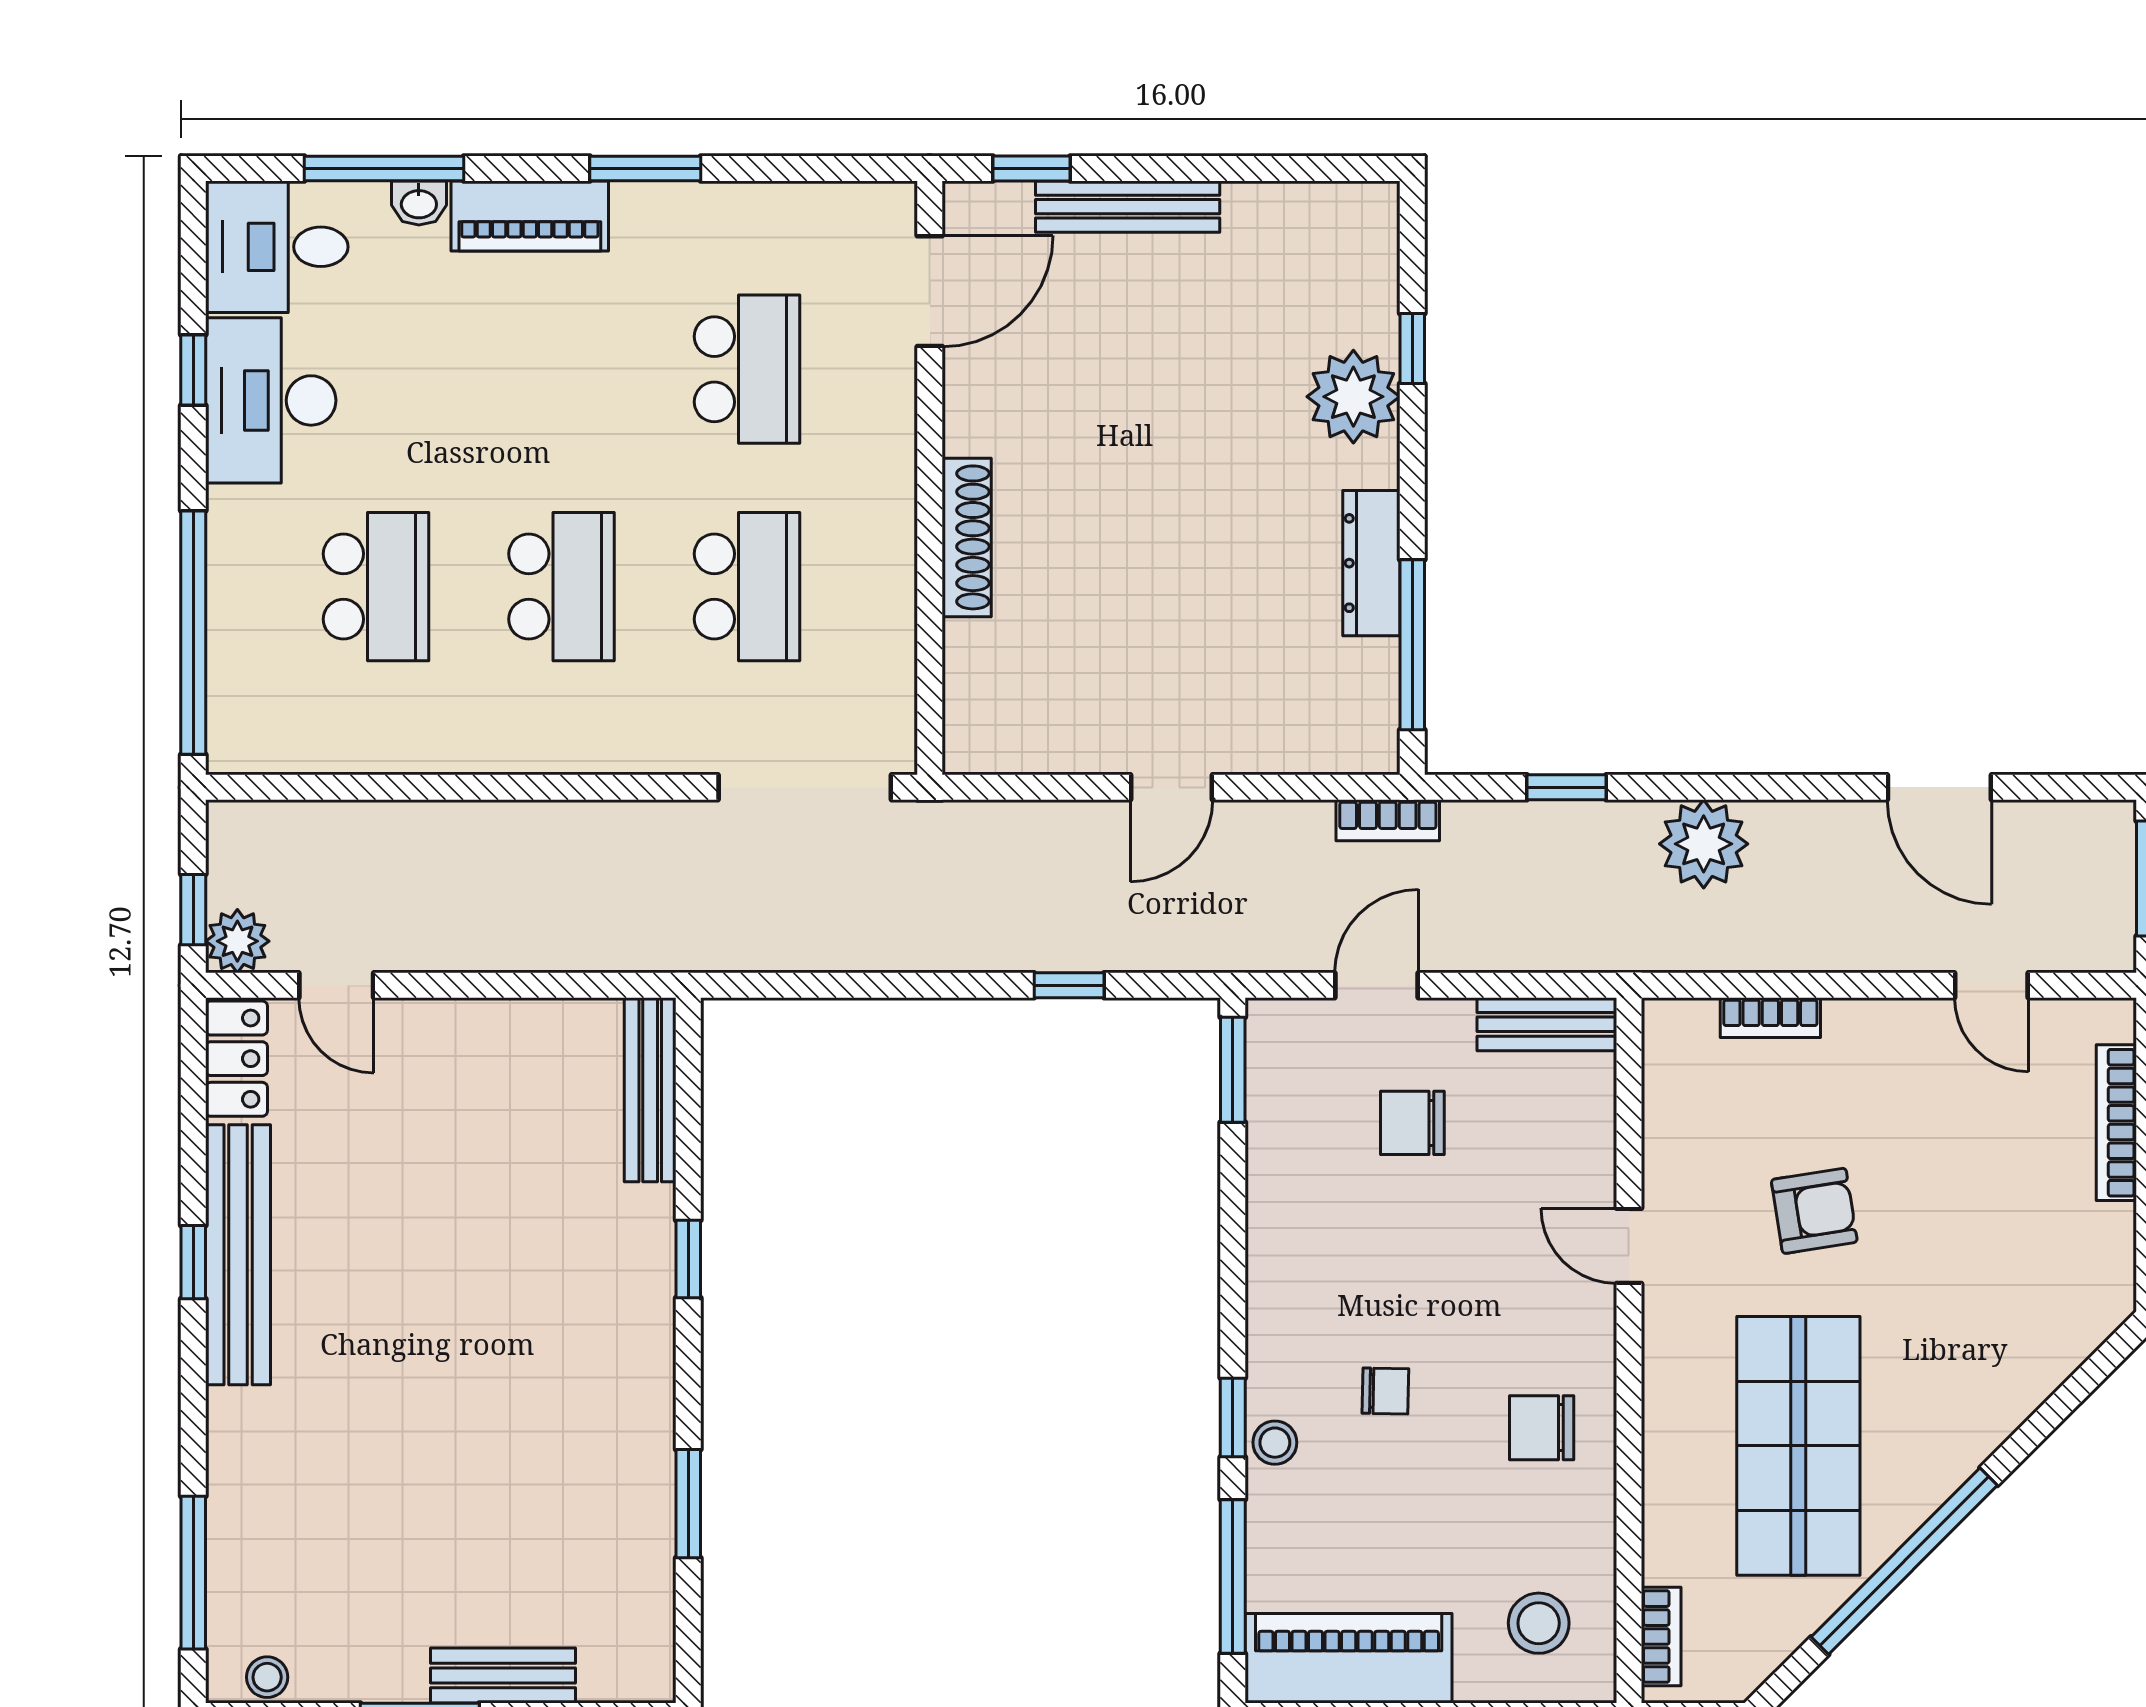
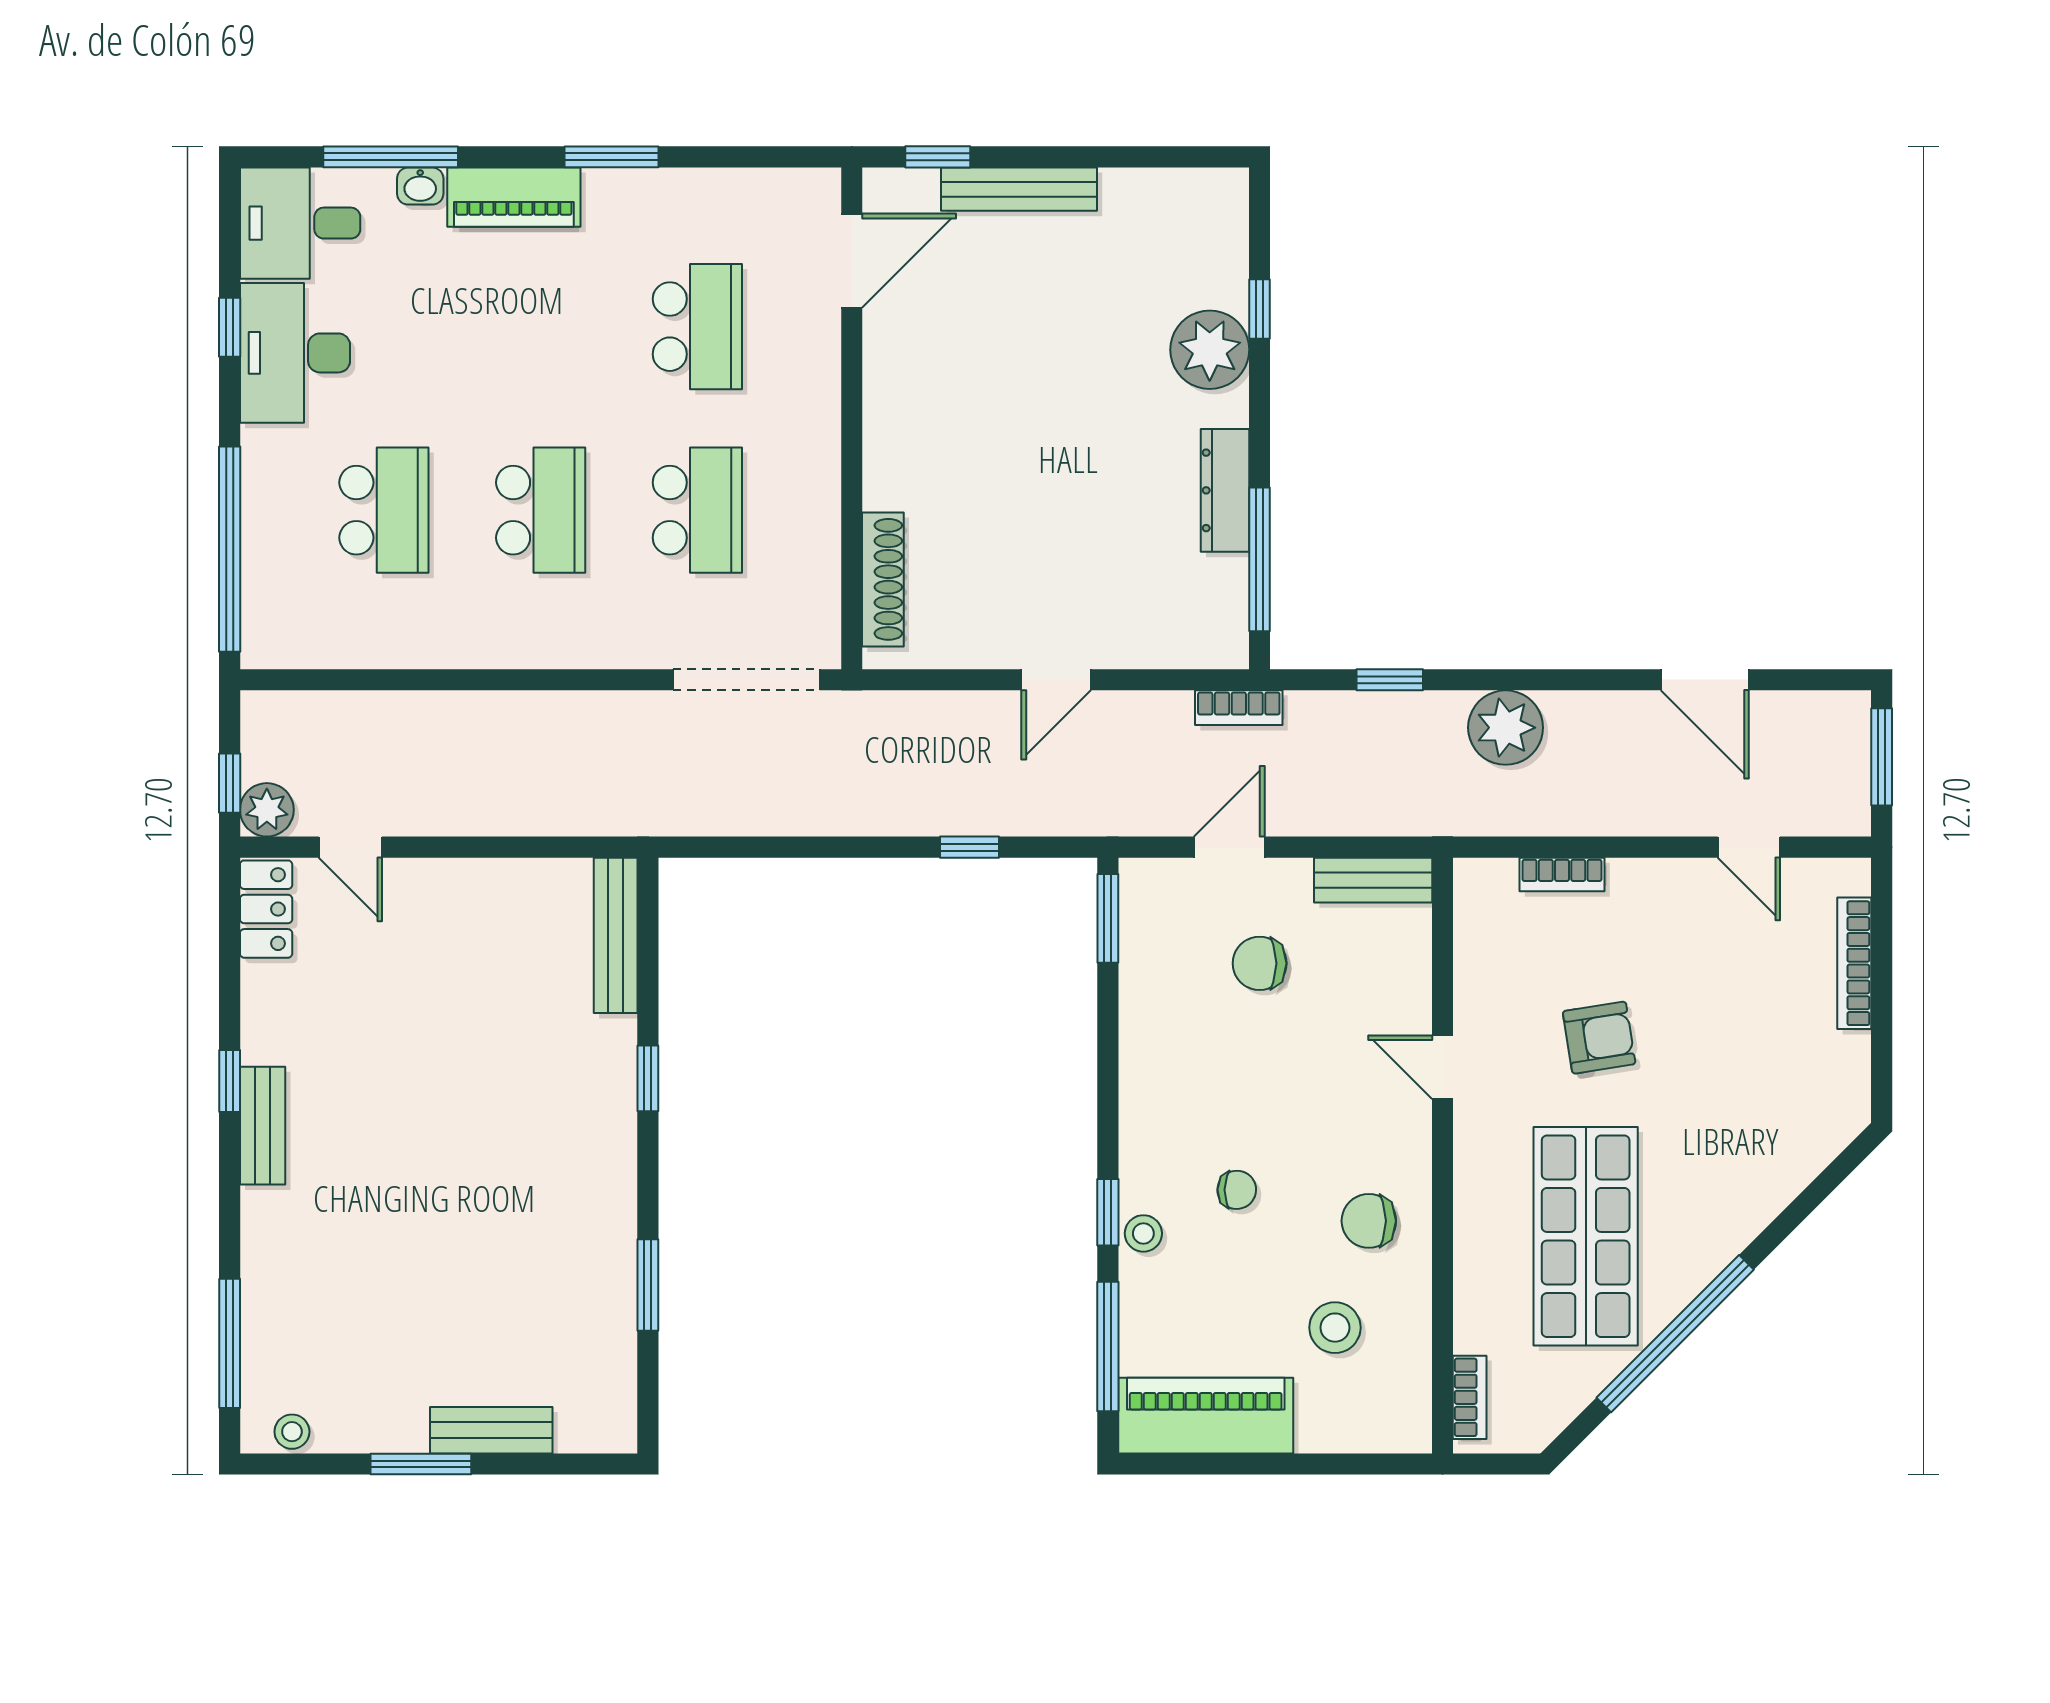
shoe rack: (967, 537) -> (883, 579), moved
bench: (238, 1255) -> (263, 1126), width x0.54, depth x0.82
stool: (1539, 1623) -> (1335, 1328), moved

